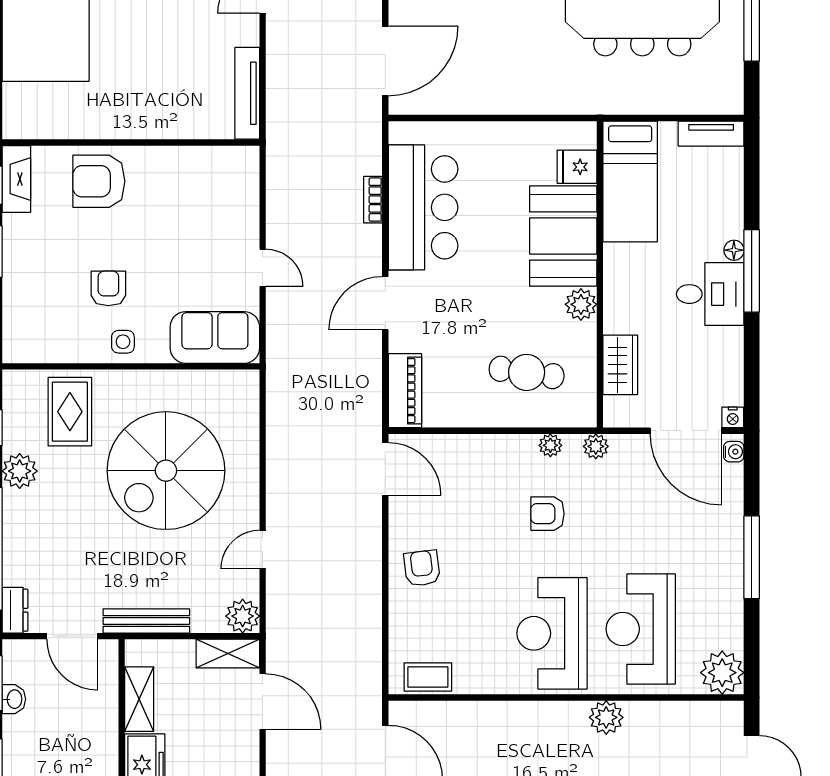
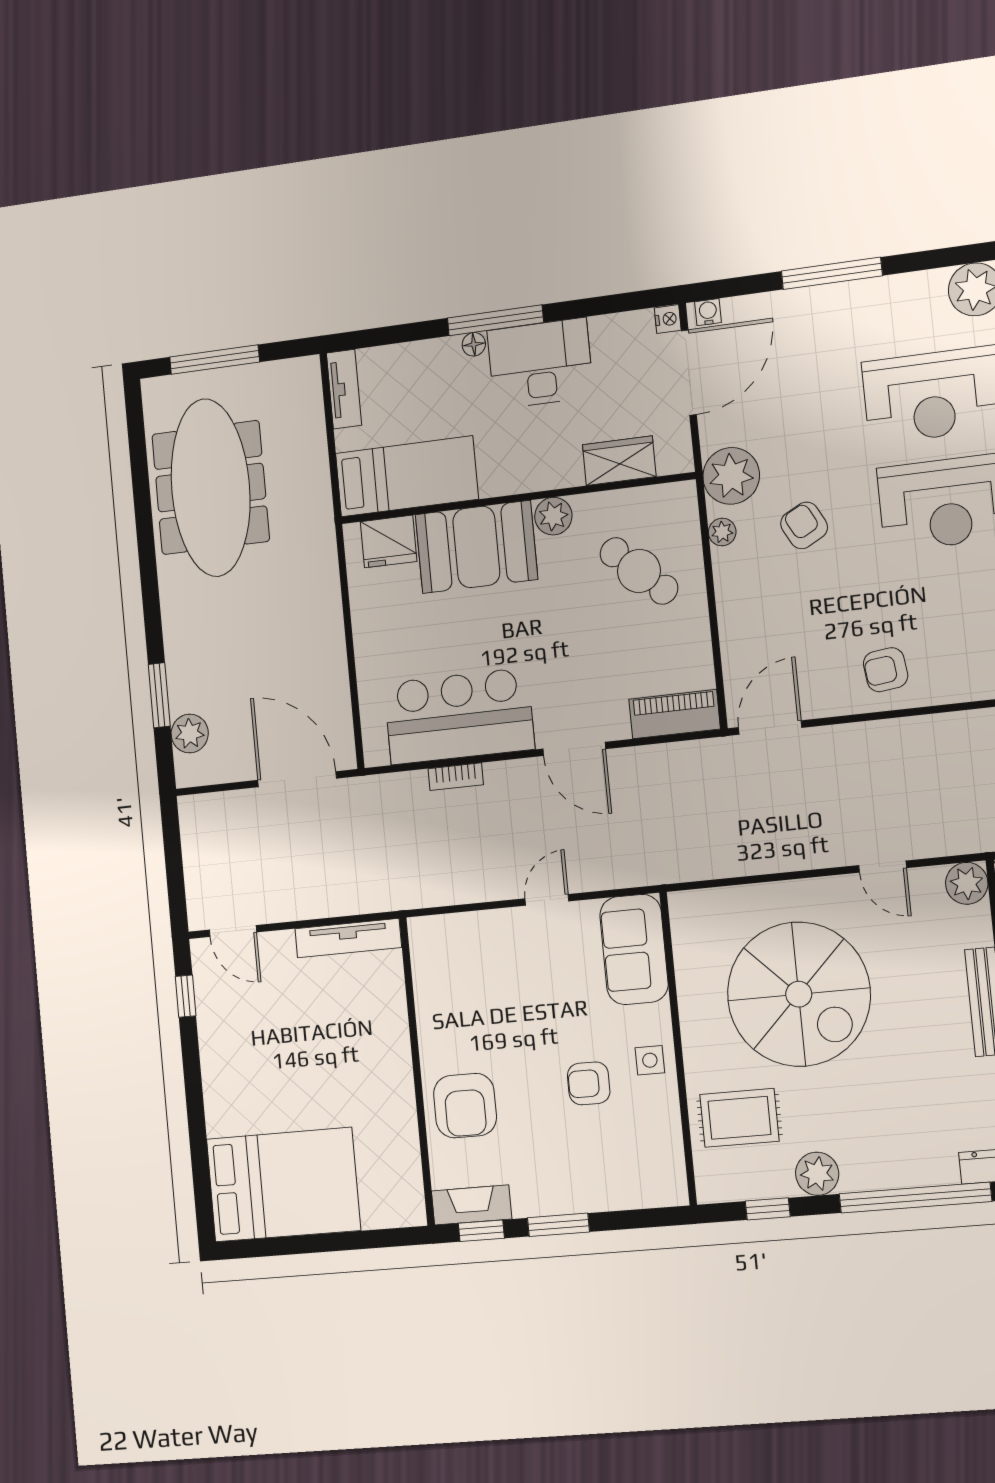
fridge: (577, 167) -> (389, 542), width x1.38
desk: (710, 294) -> (540, 363), width x1.37
cafe table: (527, 372) -> (639, 571), turned -55
plant: (596, 446) -> (731, 476), width x1.88, depth x1.88
armchair: (548, 514) -> (804, 525), turned 152

